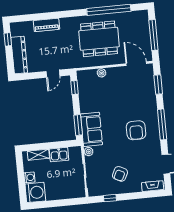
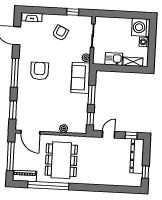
piano: (46, 25) -> (25, 176), moved
dining table: (99, 39) -> (61, 160), turned 90
window: (29, 76) -> (131, 136), added
window: (78, 125) -> (92, 95), moved

